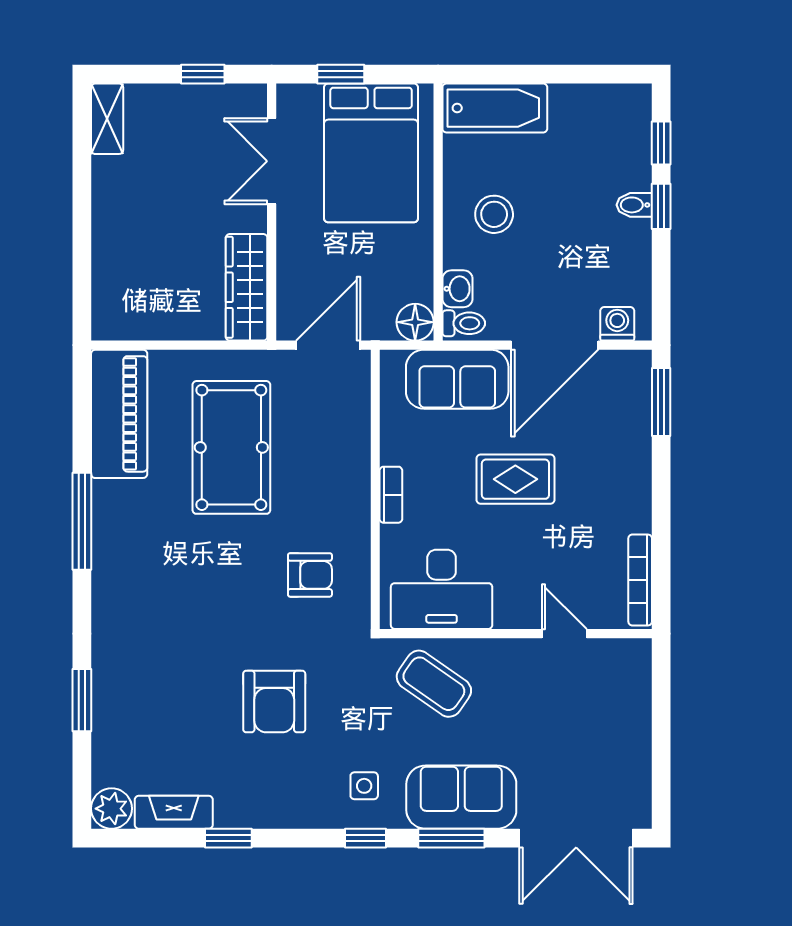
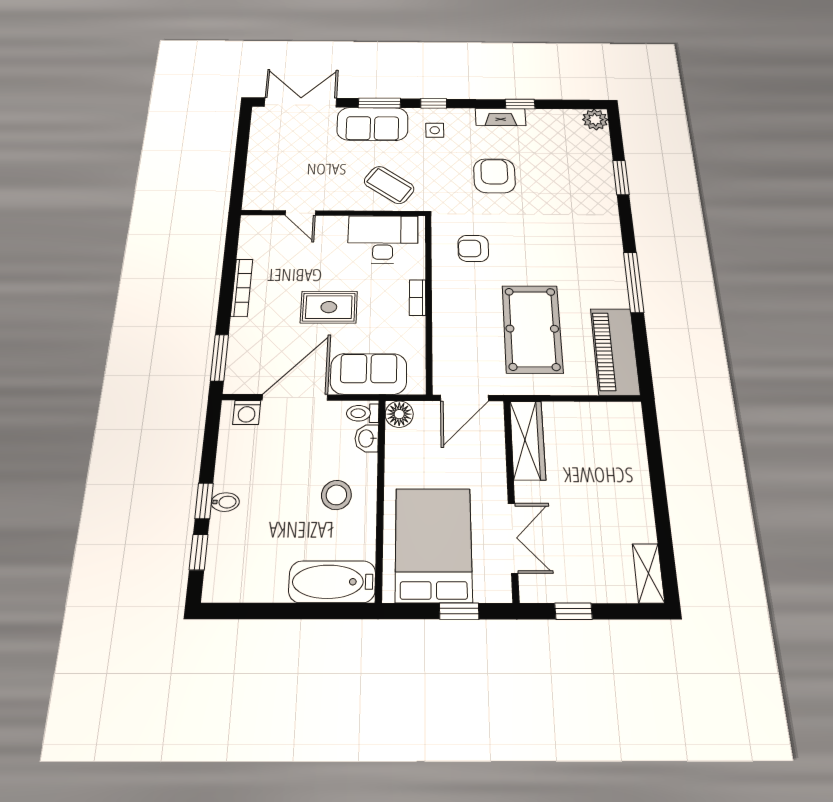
bookcase: (640, 580) -> (242, 288), moved
fireplace: (174, 812) -> (501, 117), moved

